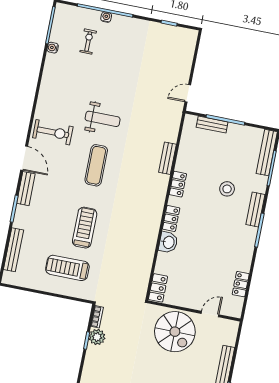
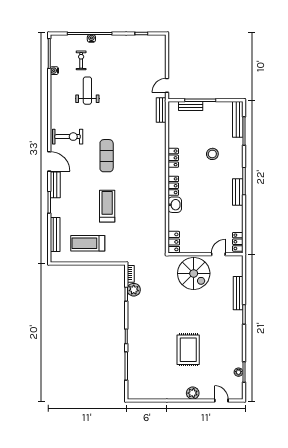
weight bench: (103, 119) -> (87, 91), moved, turned -90
bench: (167, 158) -> (161, 110), moved
bench: (255, 209) -> (238, 192), moved
treadmill: (67, 268) -> (88, 243), moved
locker: (241, 284) -> (238, 242), moved

